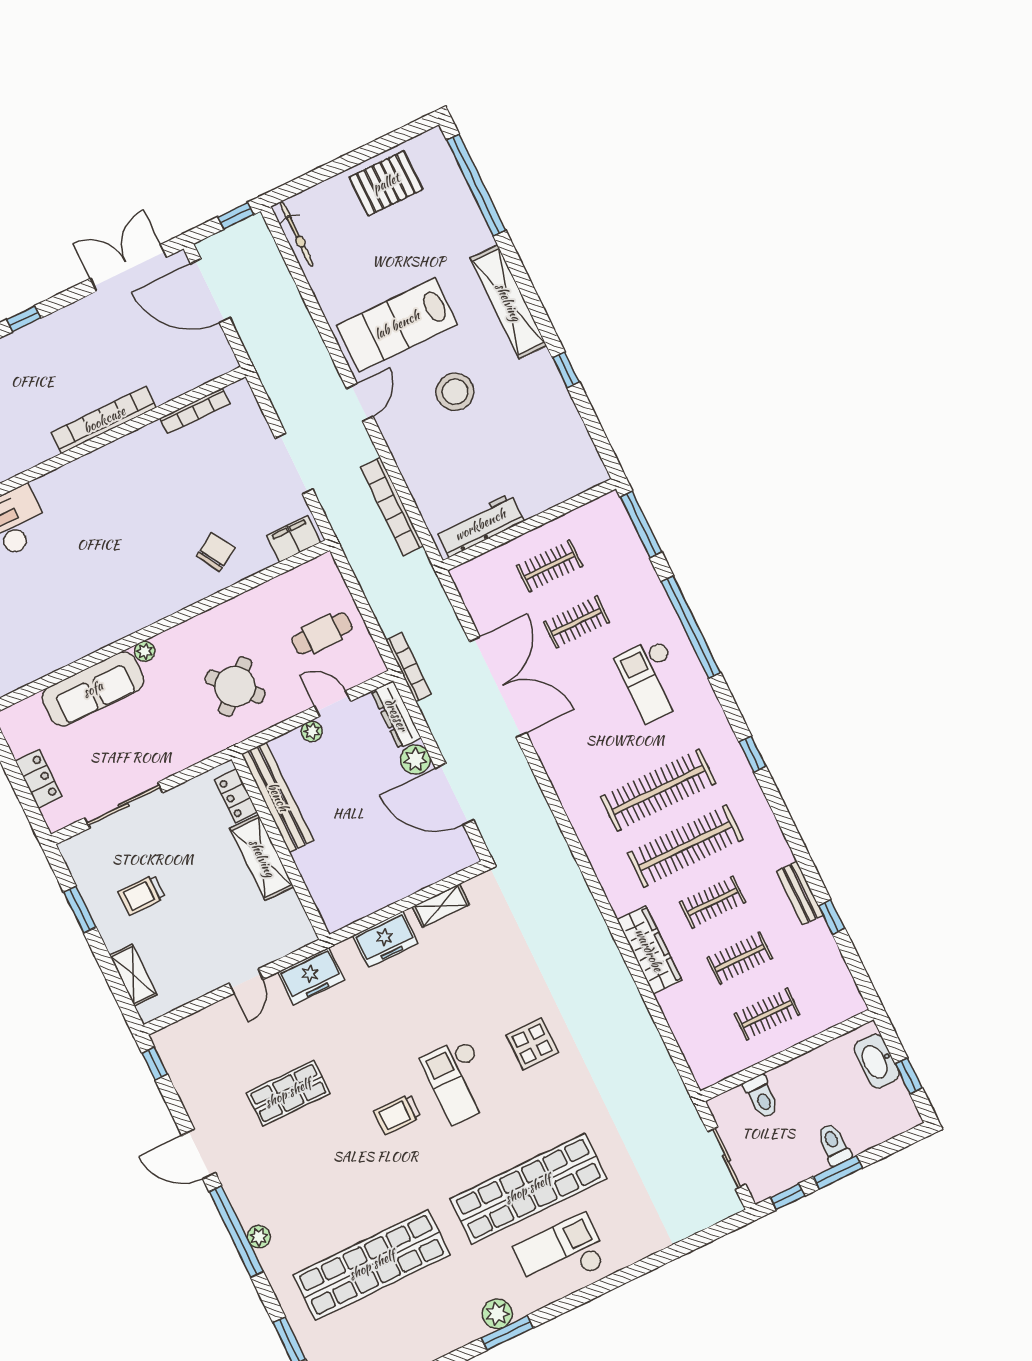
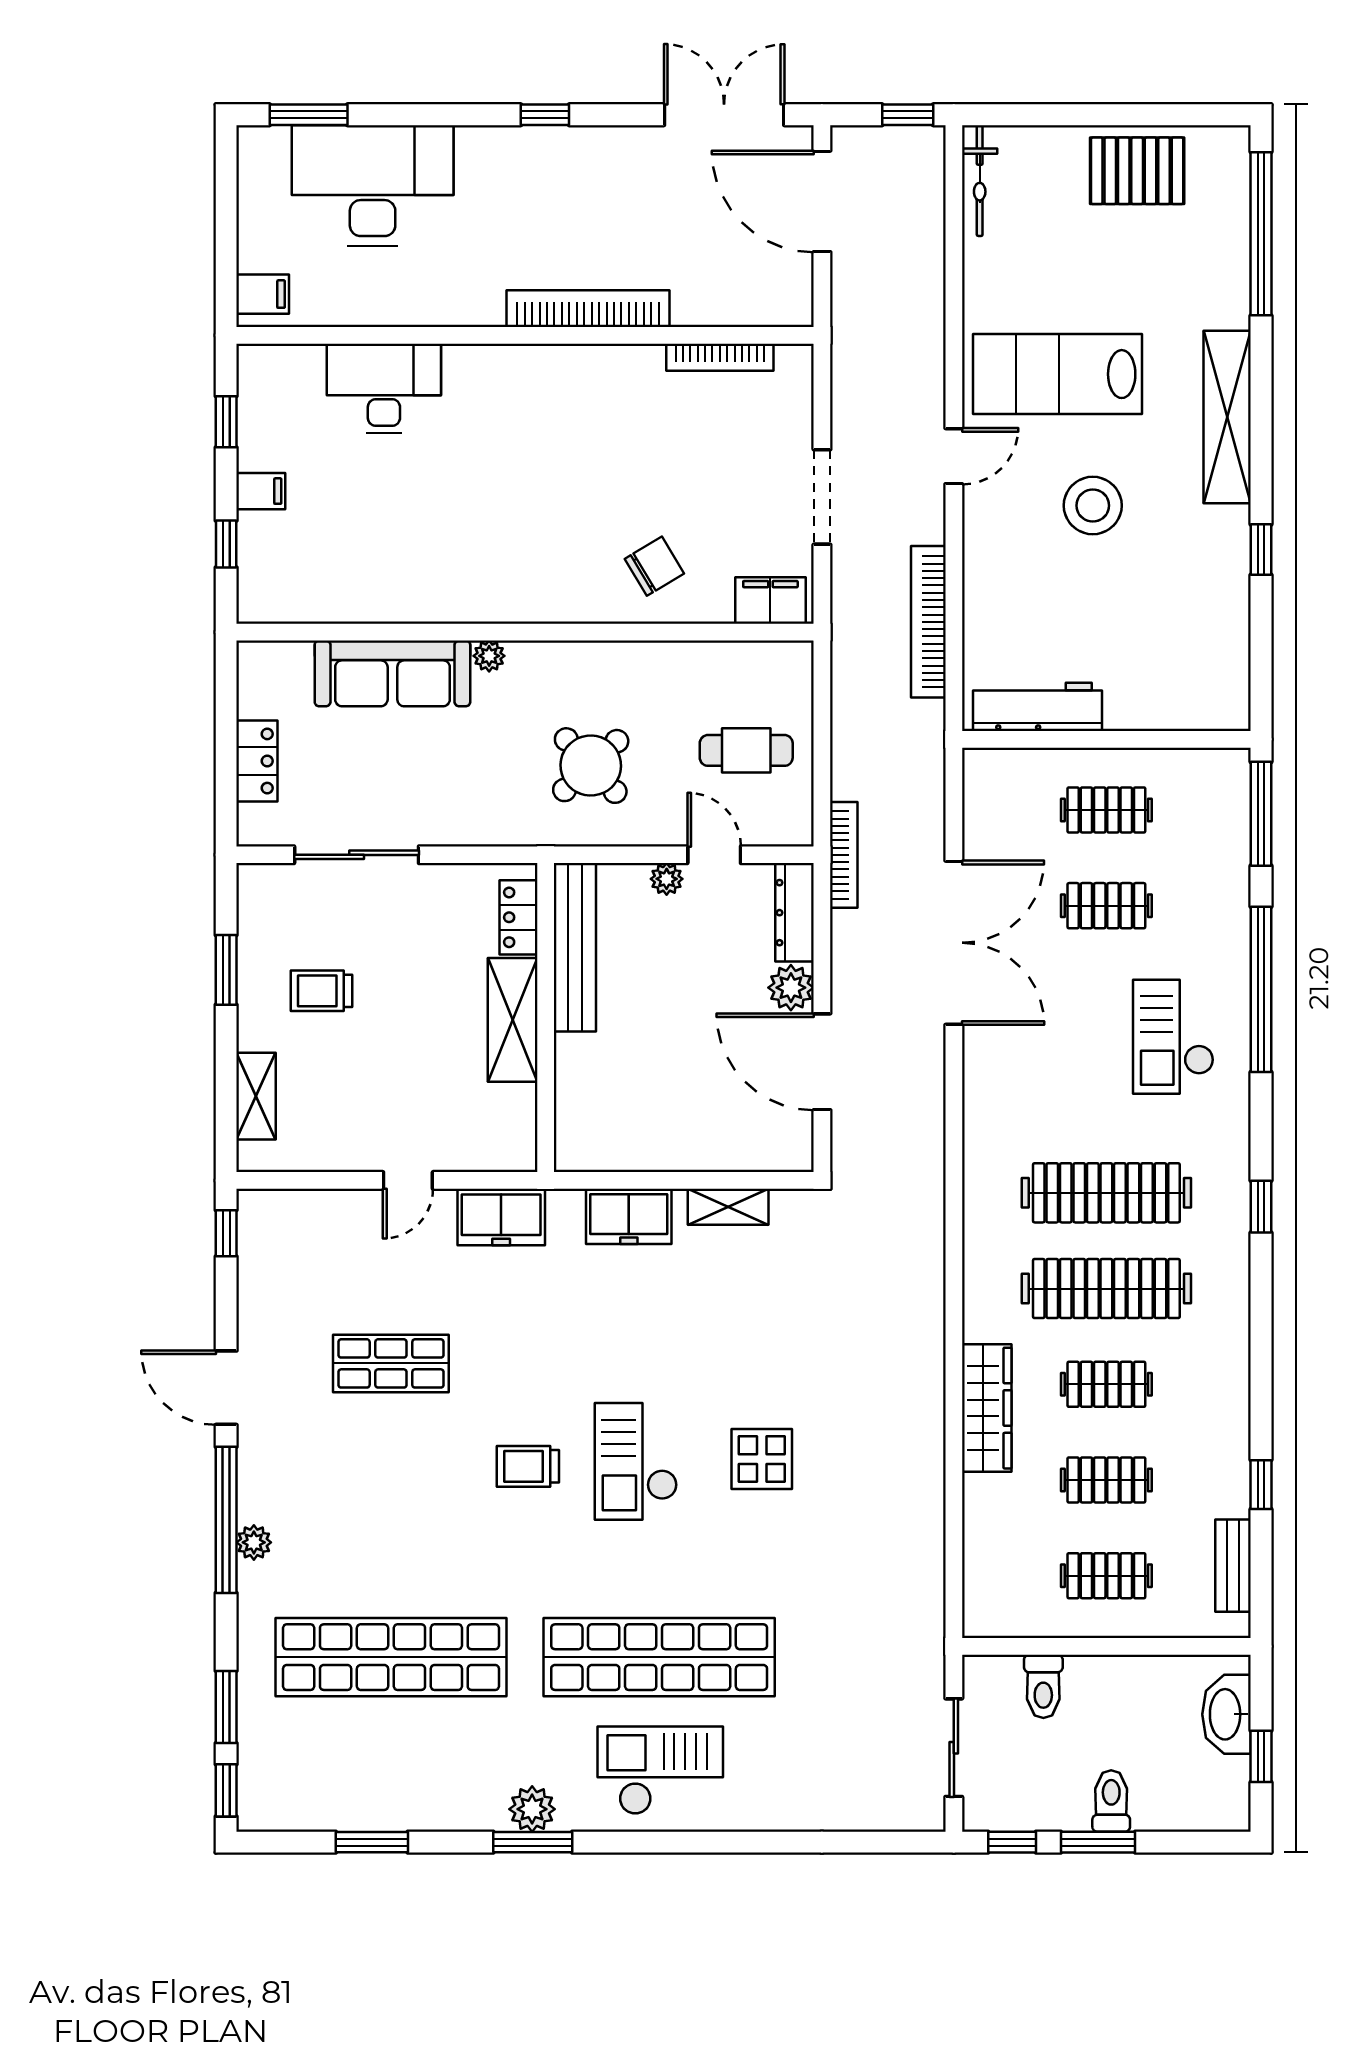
bench: (800, 893) -> (1233, 1566), moved

